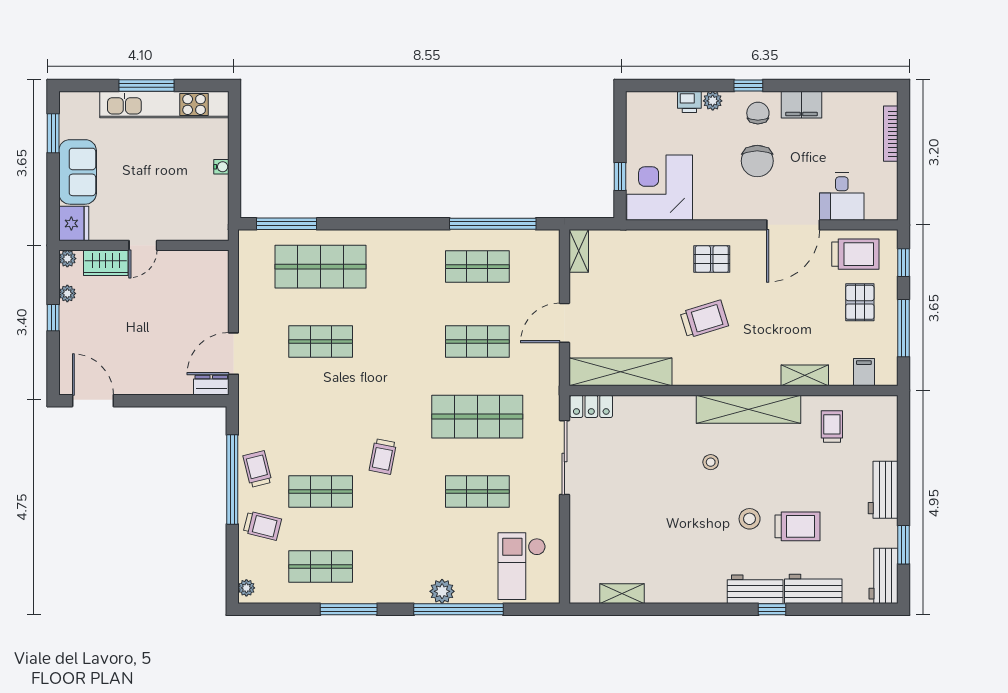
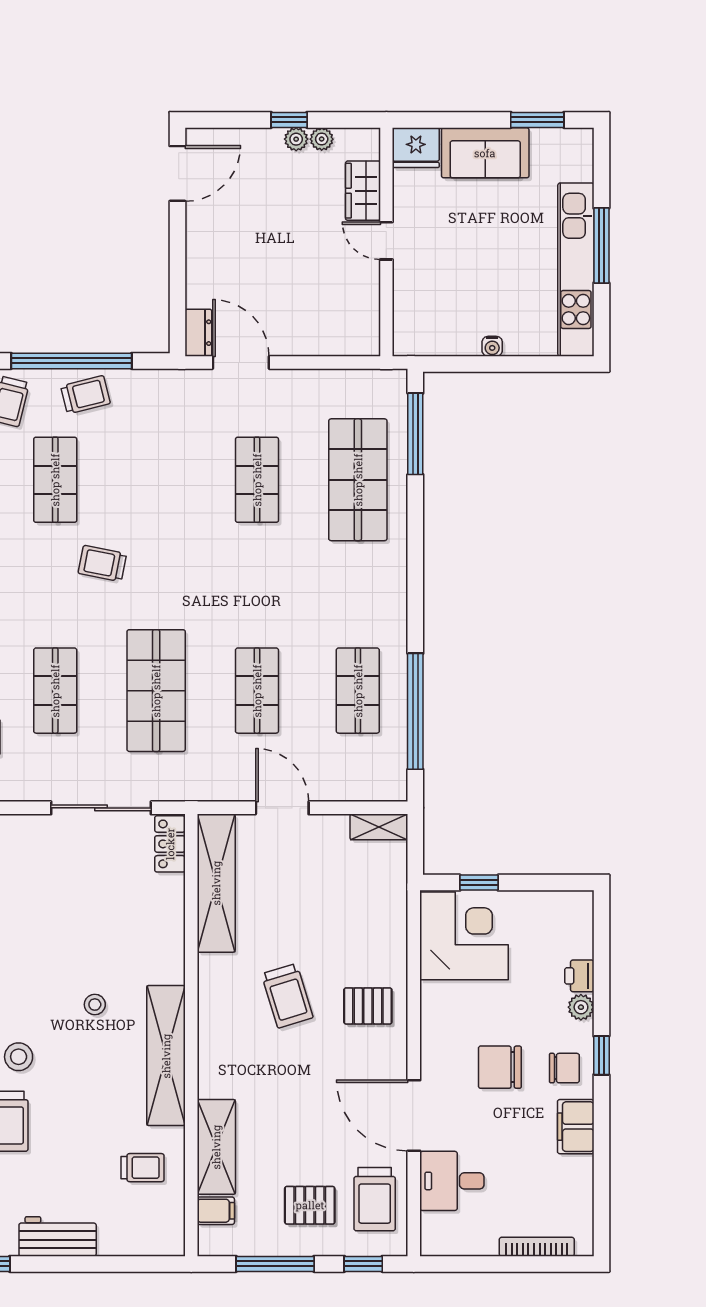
plant: (67, 259) -> (296, 139), moved
pallet: (712, 259) -> (368, 1006), turned 90
shelving: (805, 375) -> (216, 1147), width x1.50, depth x1.33

